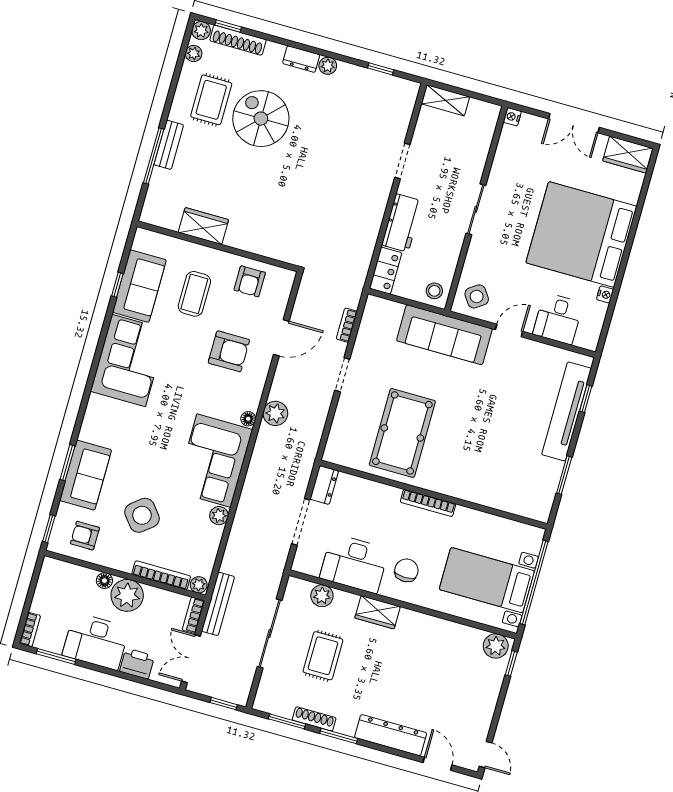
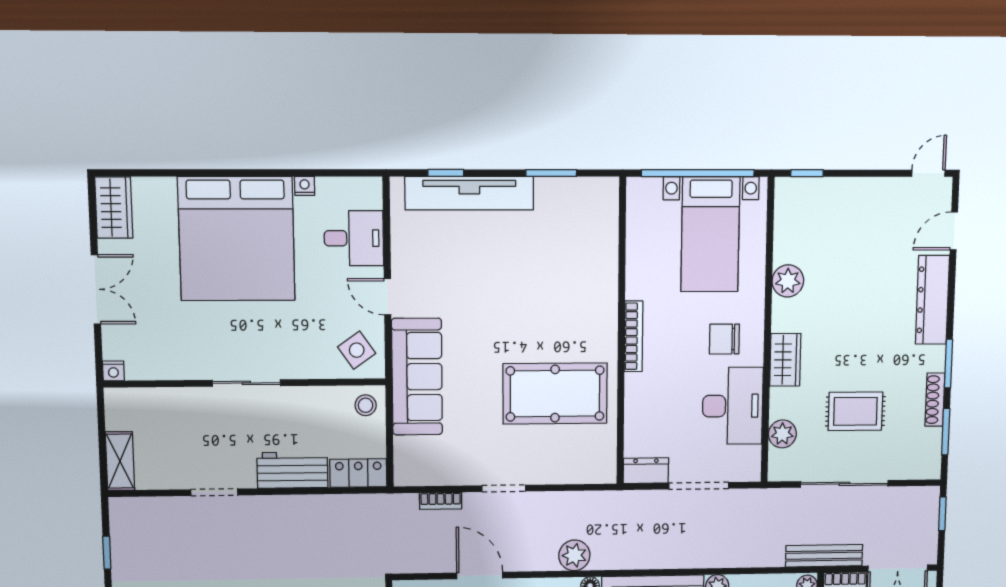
plant: (496, 646) -> (788, 281), moved

